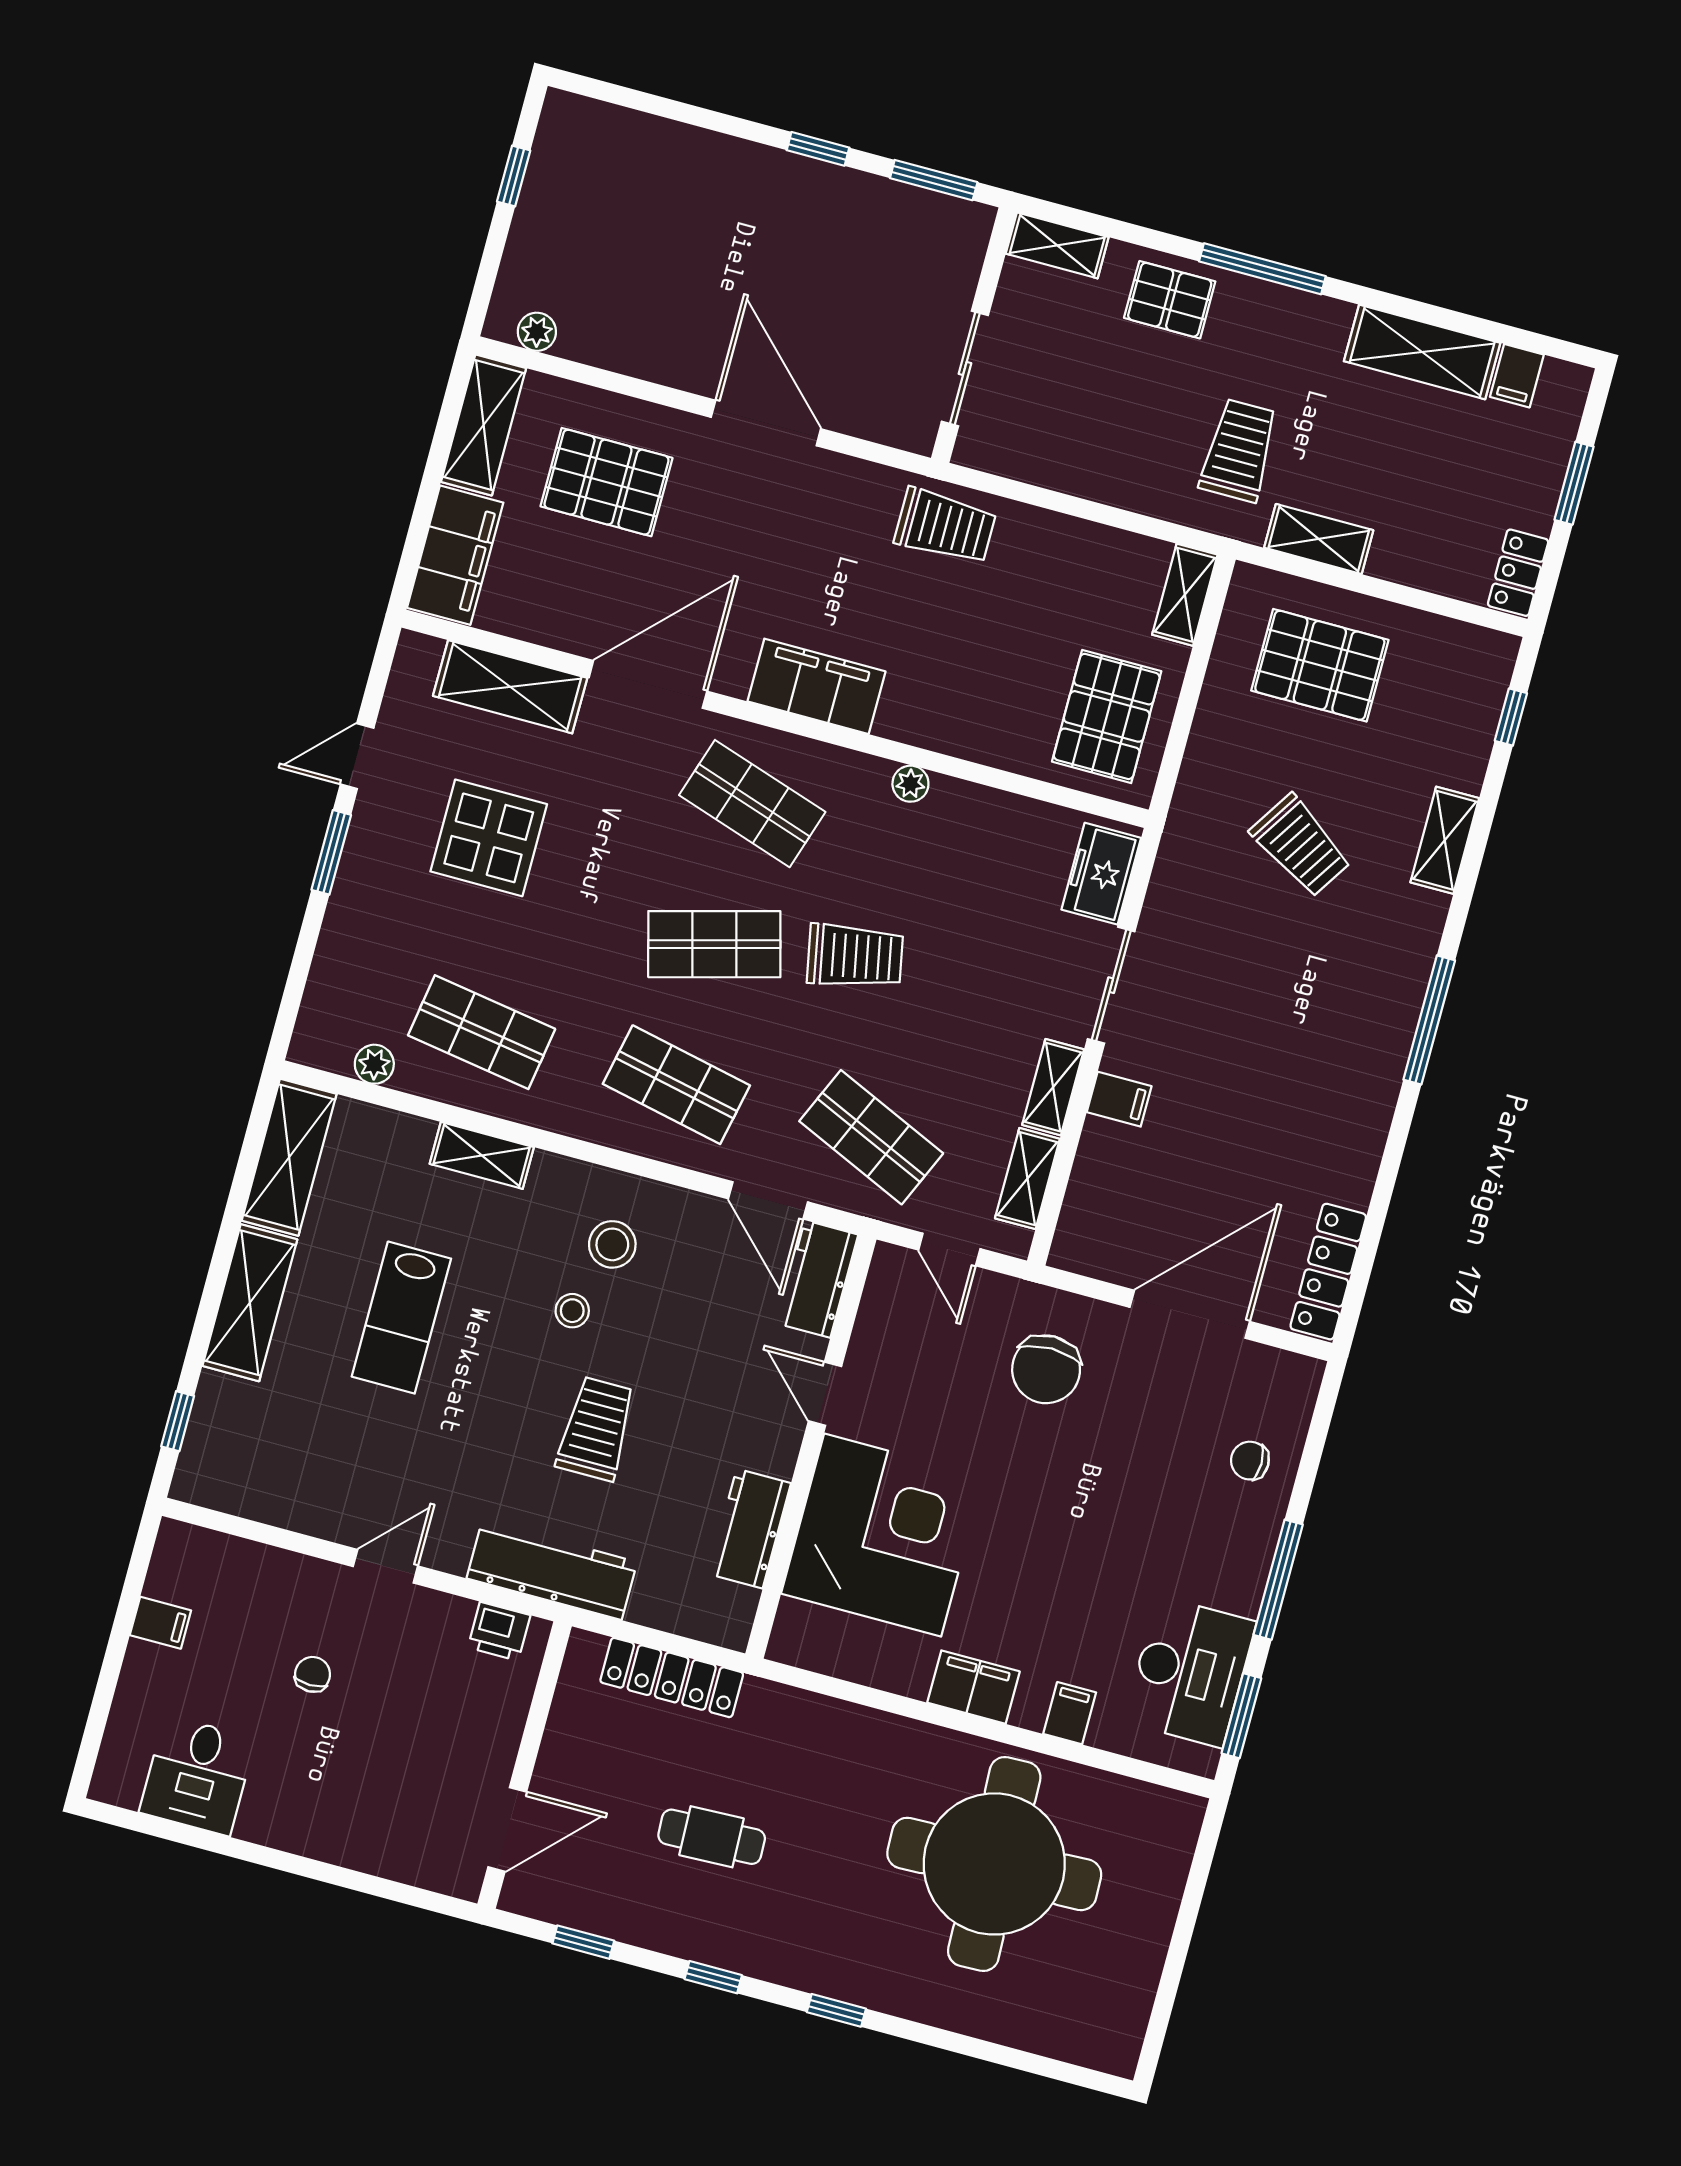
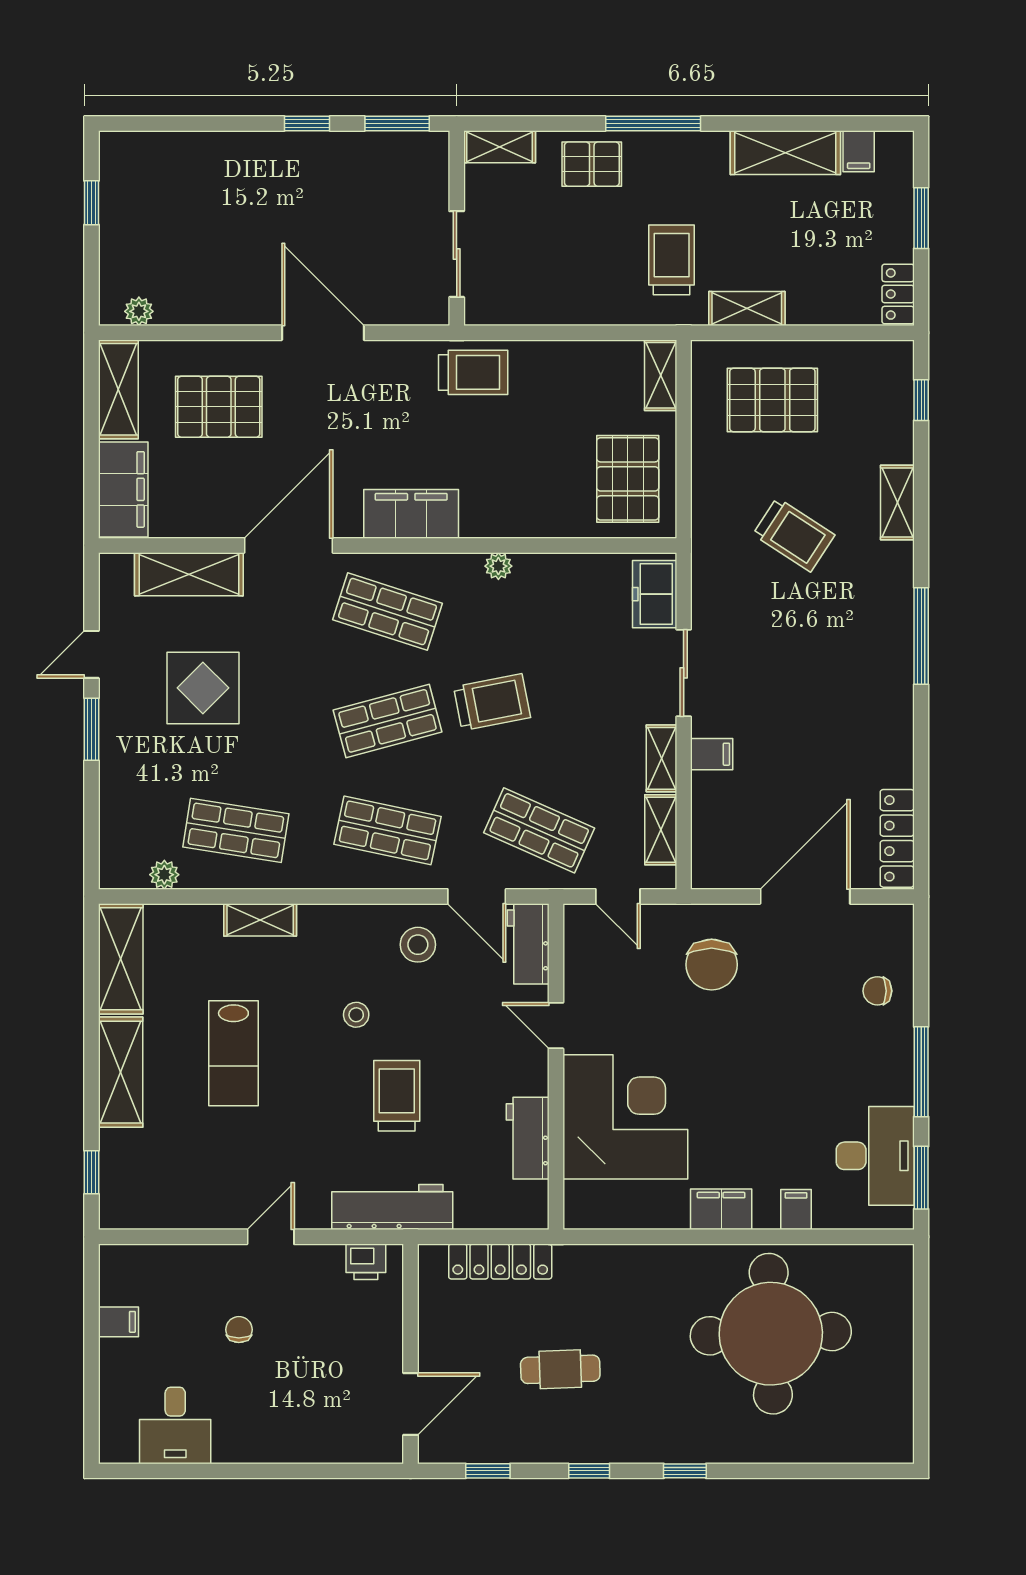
stool: (612, 1244) -> (418, 945), moved

